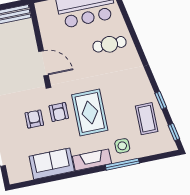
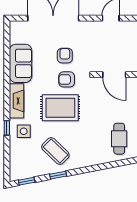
door: (44, 63) -> (114, 75), hinge flipped
armchair: (34, 119) -> (65, 56), turned -90
coffee table: (147, 119) -> (55, 151), moved, turned 44
window: (122, 164) -> (7, 128), width x0.46

